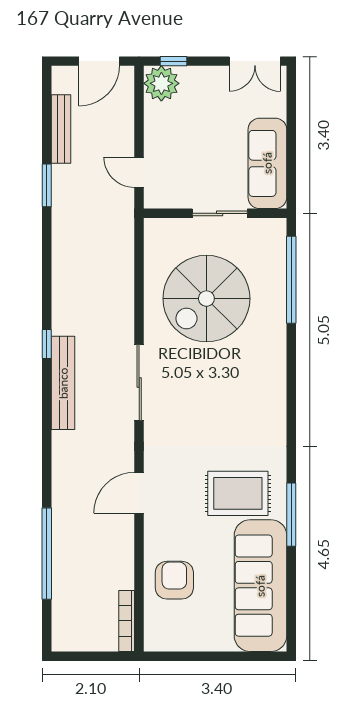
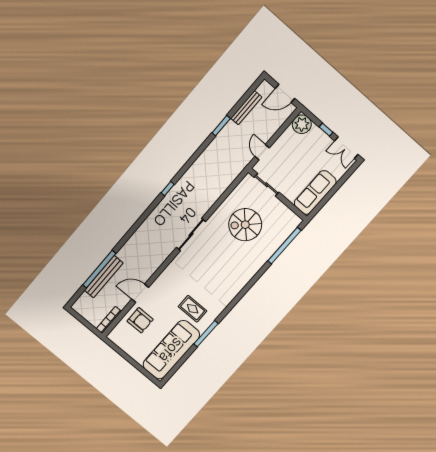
window: (174, 61) -> (326, 130), moved
sliding door: (220, 213) -> (267, 185), moved
spiral stairs: (206, 299) -> (245, 225), width x0.73, depth x0.73
bench: (63, 383) -> (104, 277), moved
door: (139, 493) -> (140, 293), moved
rug: (238, 493) -> (193, 309), width x0.73, depth x0.70
armchair: (174, 580) -> (140, 320), turned 90

